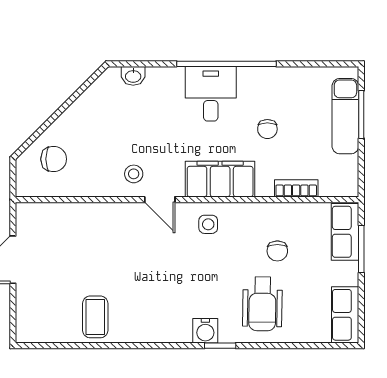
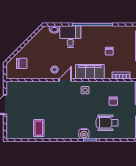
desk: (211, 94) -> (70, 37), moved
door: (160, 200) -> (65, 80), swing flipped
wheelchair: (262, 304) -> (107, 123), turned 89

